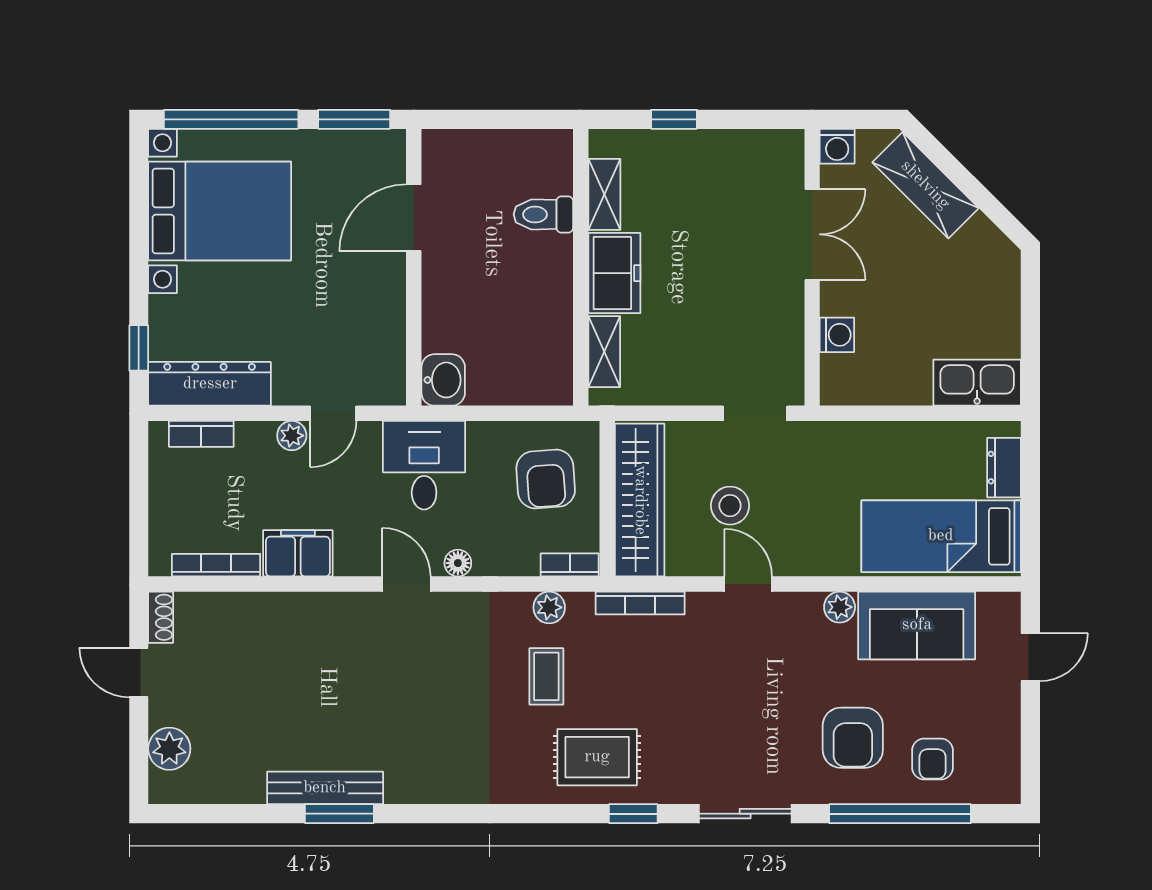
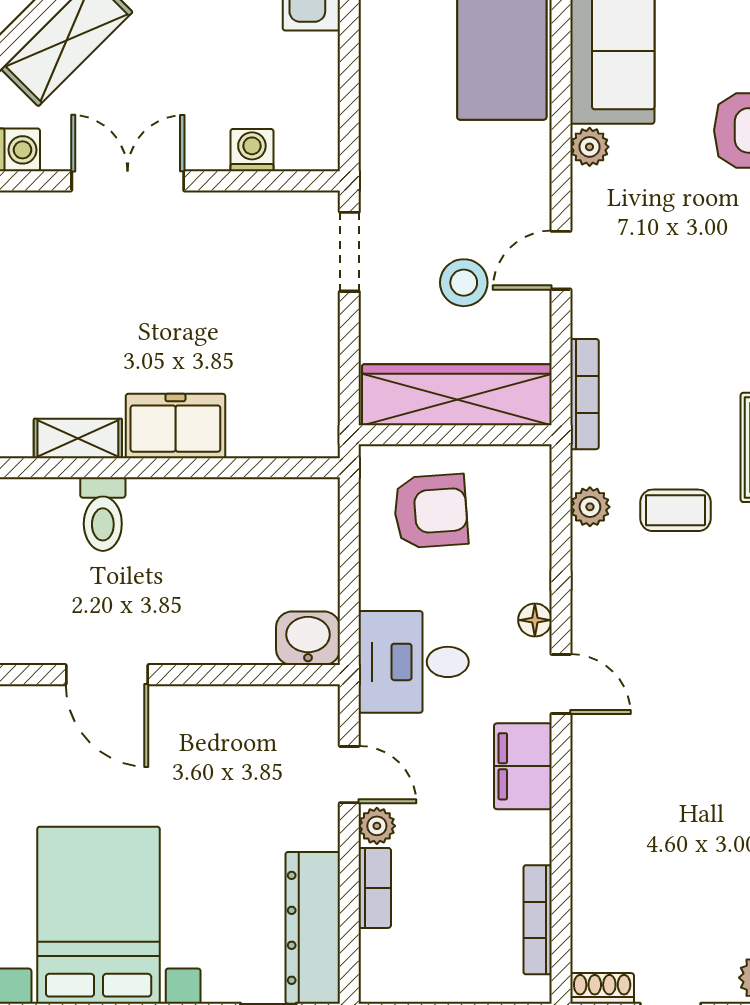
shelving: (604, 352) -> (273, 439), removed
bookcase: (201, 434) -> (375, 888), moved
filing cabinet: (298, 553) -> (523, 766), moved
bookcase: (570, 565) -> (537, 481), removed
door: (406, 584) -> (561, 684), swing flipped

